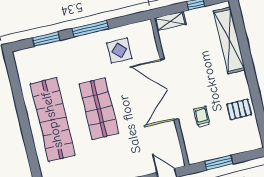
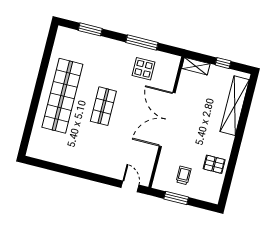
window: (90, 29) -> (142, 42), moved
shop shelf: (99, 109) -> (103, 106), width x0.70, depth x0.74
trolley: (202, 117) -> (184, 175), moved

